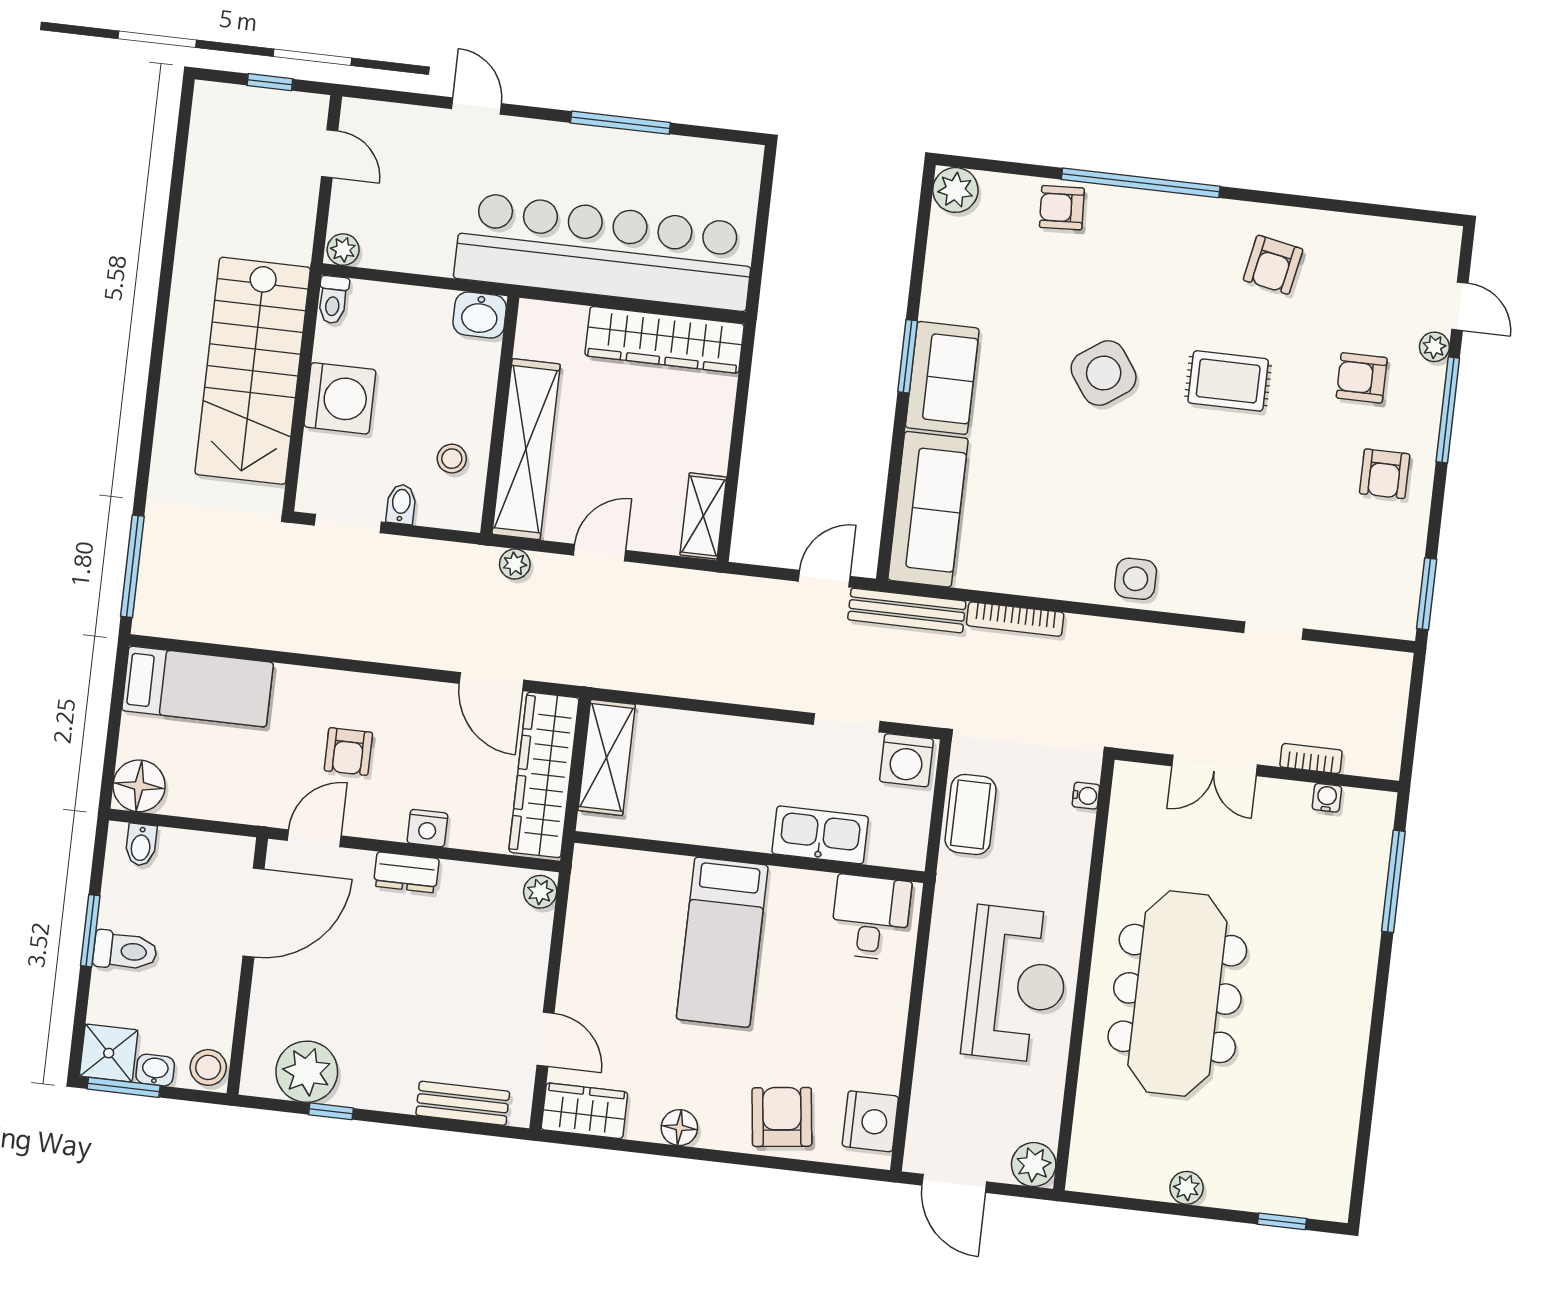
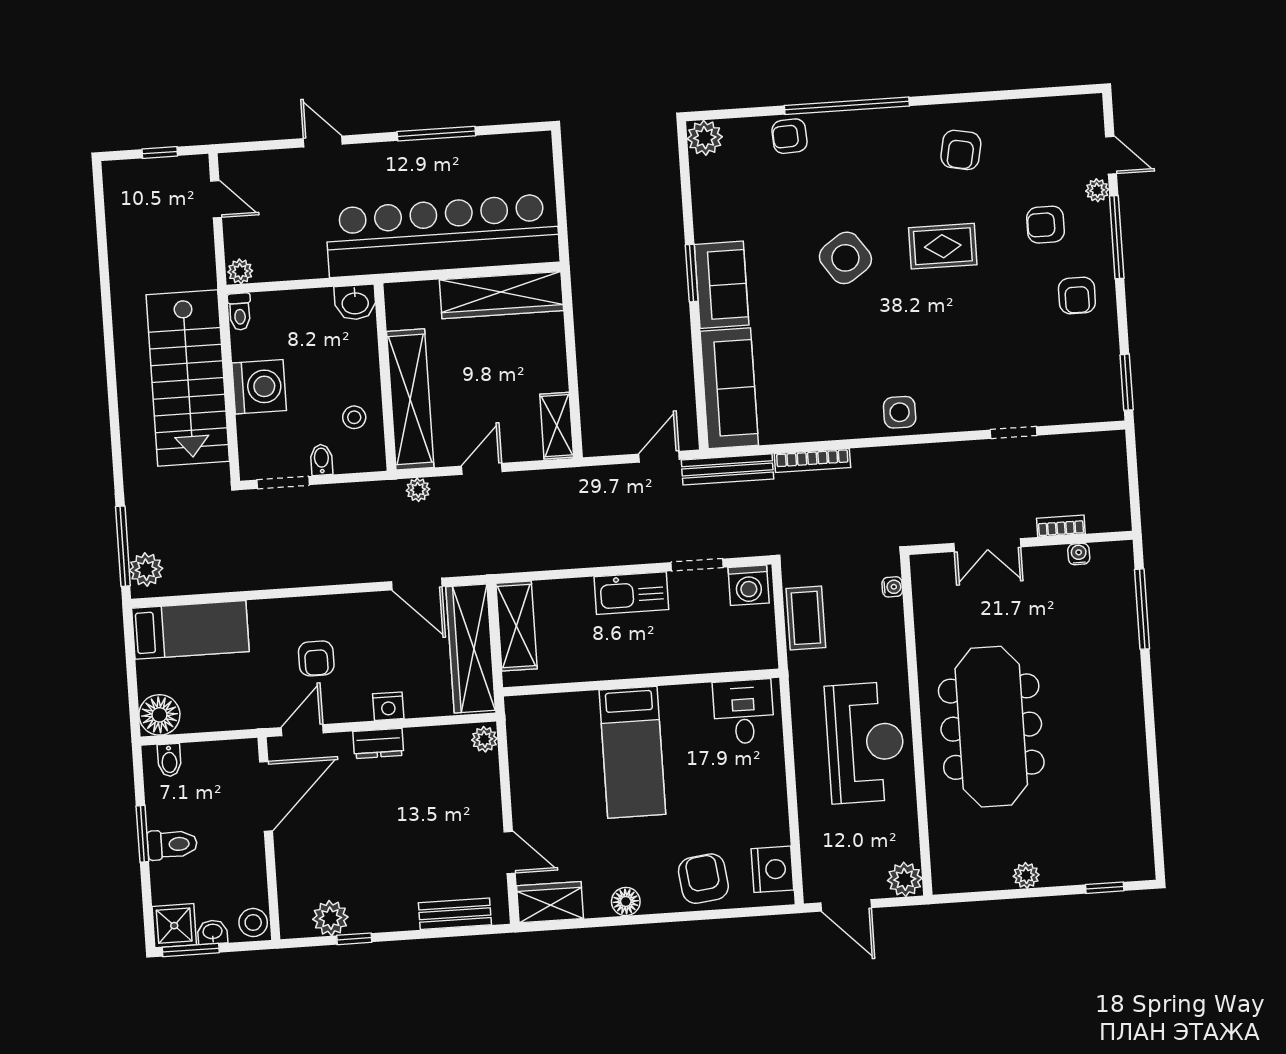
plant: (156, 601) -> (146, 570), added
kitchen sink: (820, 835) -> (631, 593), moved, turned 180
plant: (307, 1072) -> (330, 918), width x0.73, depth x0.73

